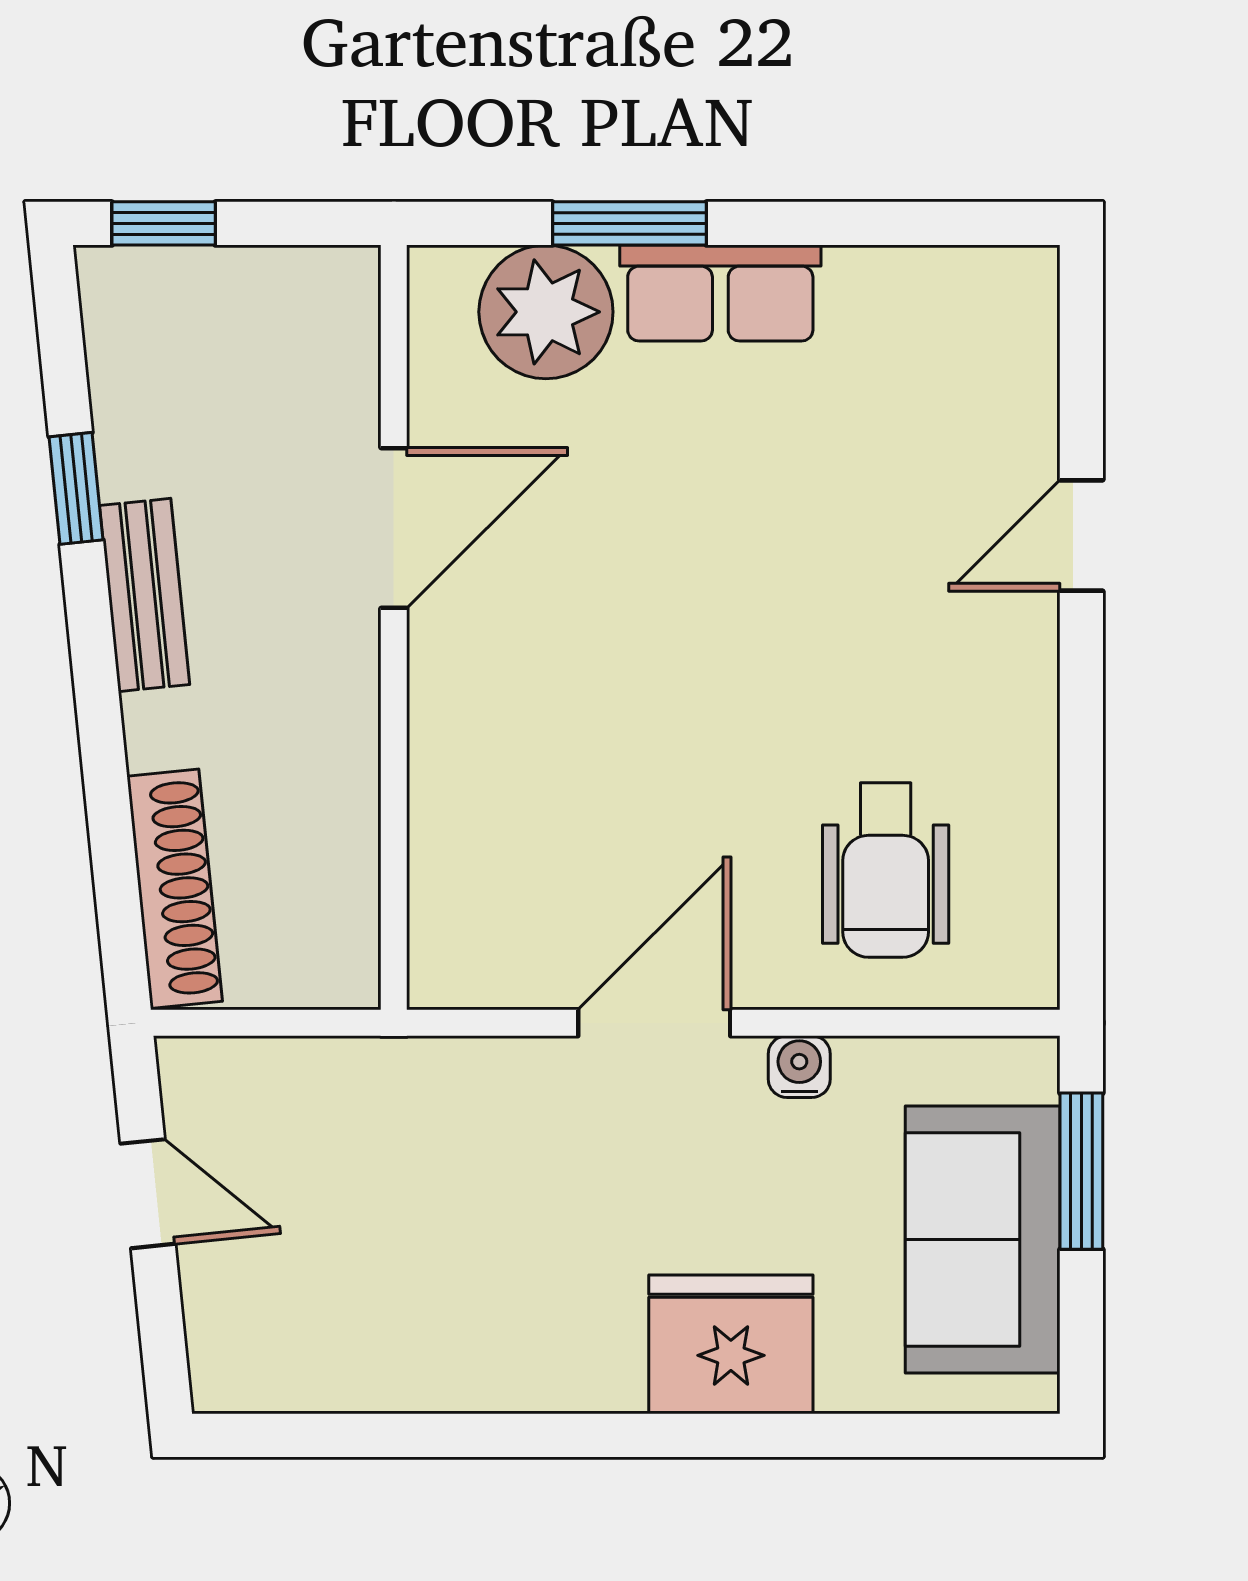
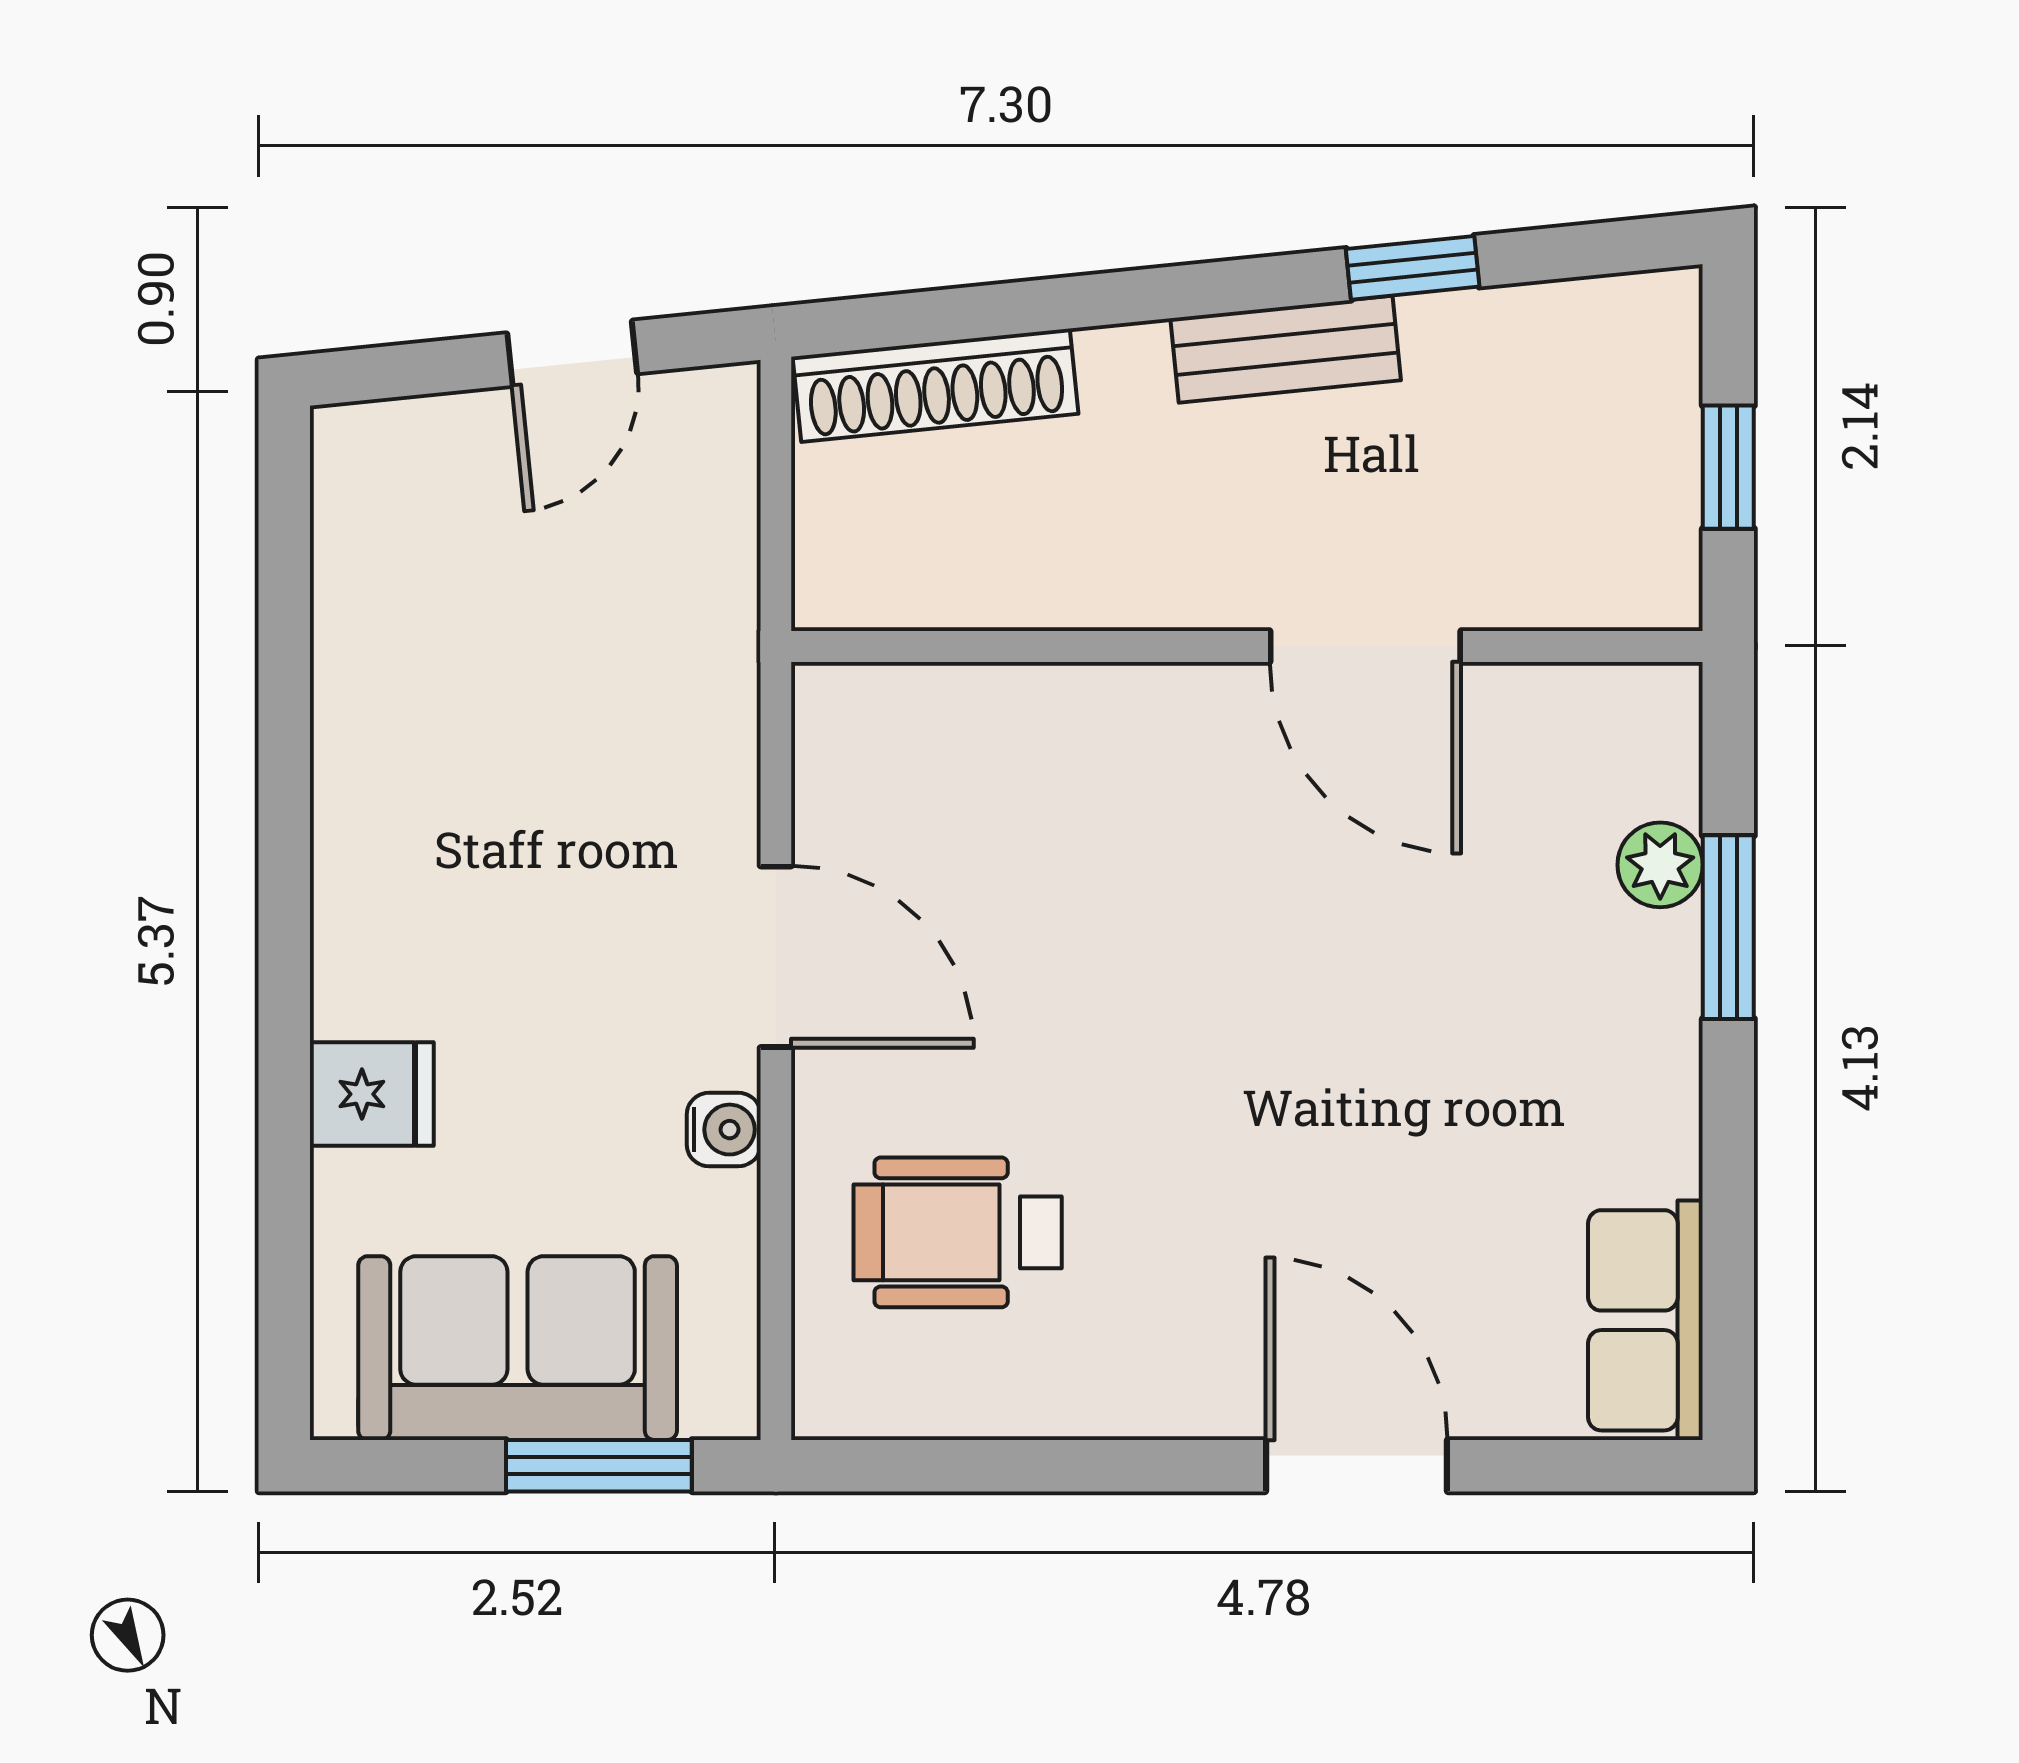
window: (164, 223) -> (1728, 467), moved
row of seats: (720, 293) -> (1645, 1320), moved
plant: (546, 312) -> (1660, 865), width x0.53, depth x0.53
door: (1081, 535) -> (1357, 1466), width x1.38
fridge: (731, 1344) -> (372, 1094), width x0.53, depth x0.75

